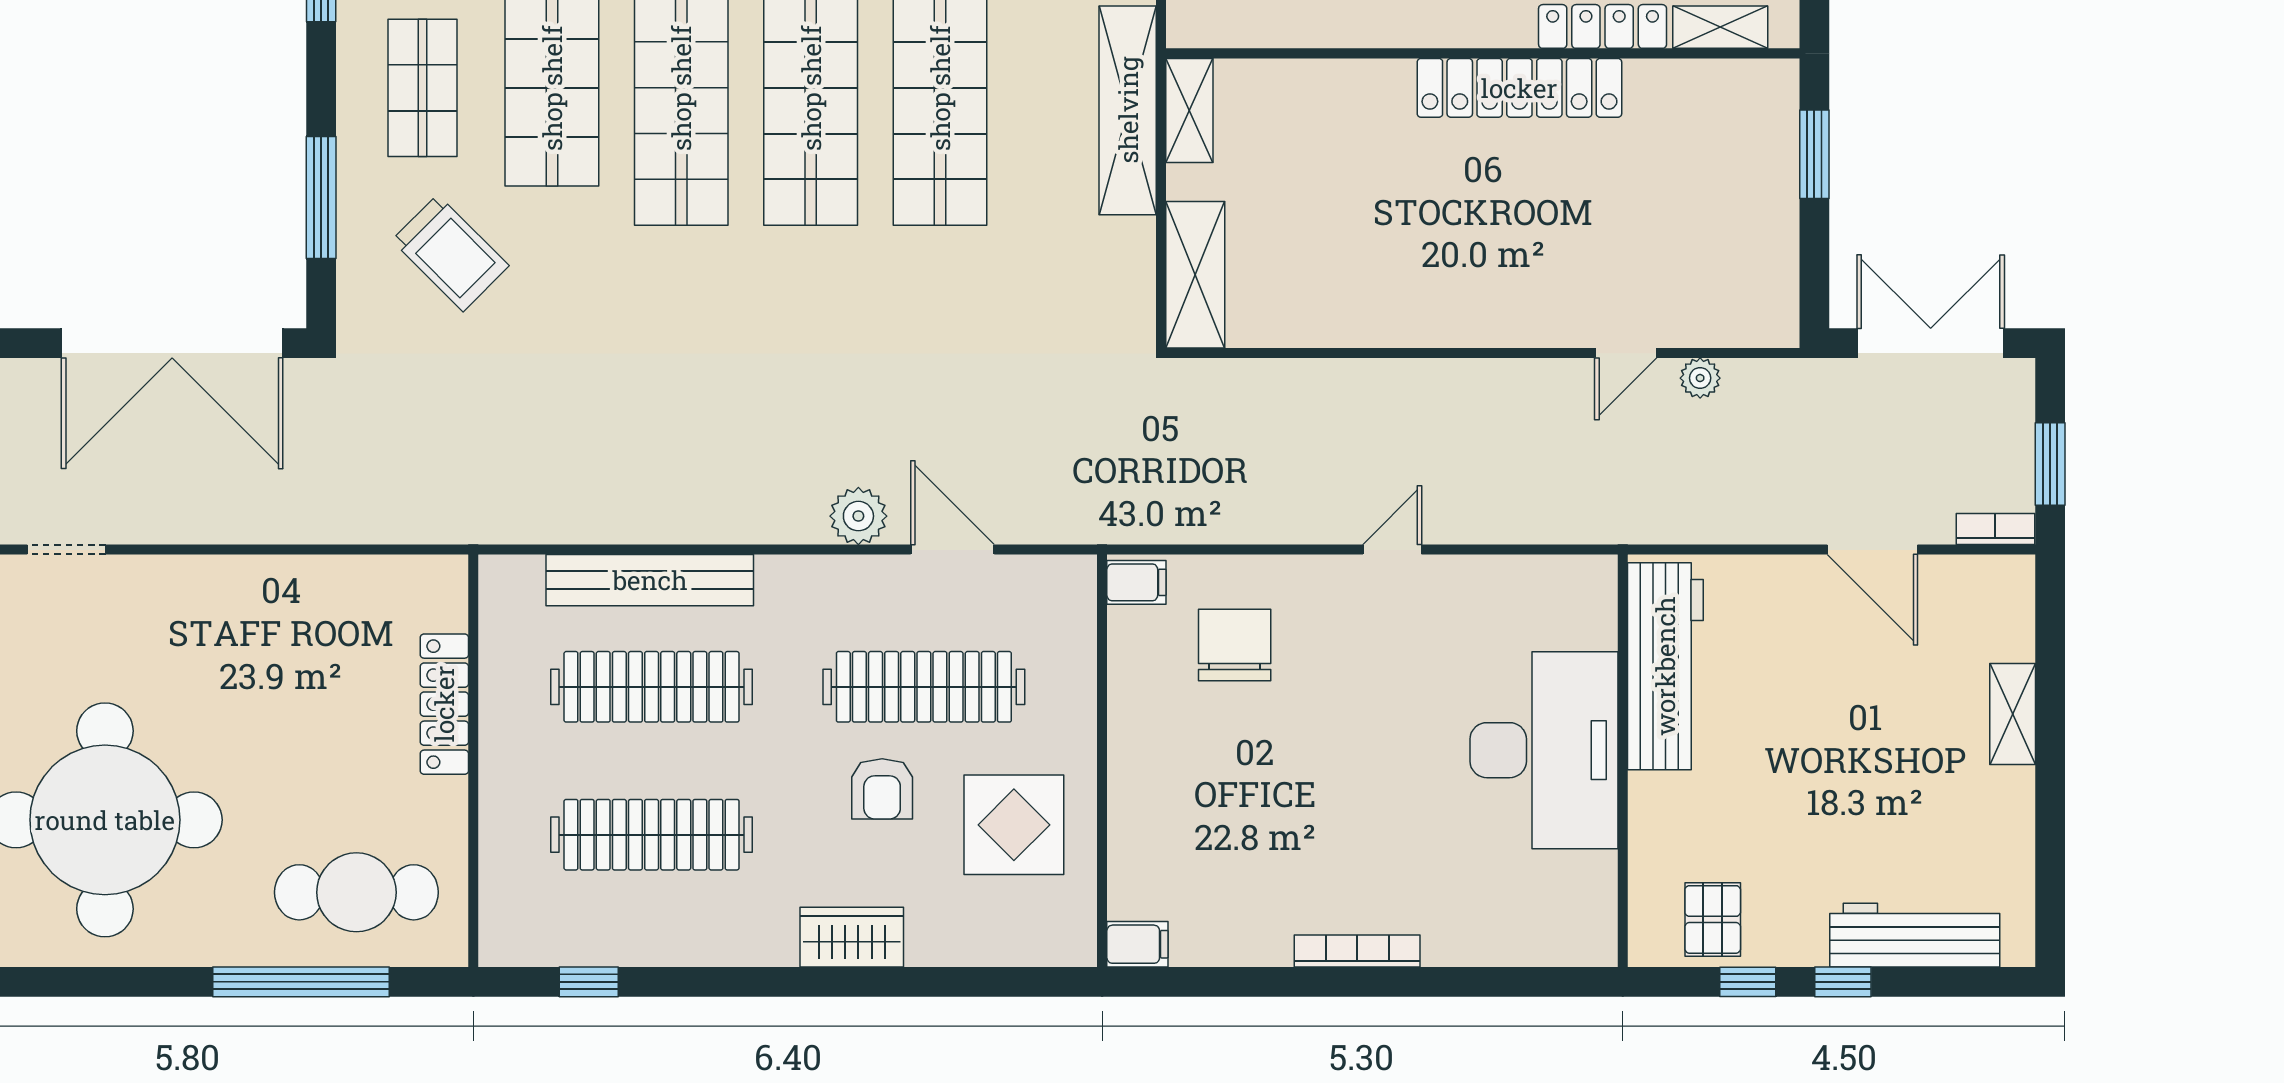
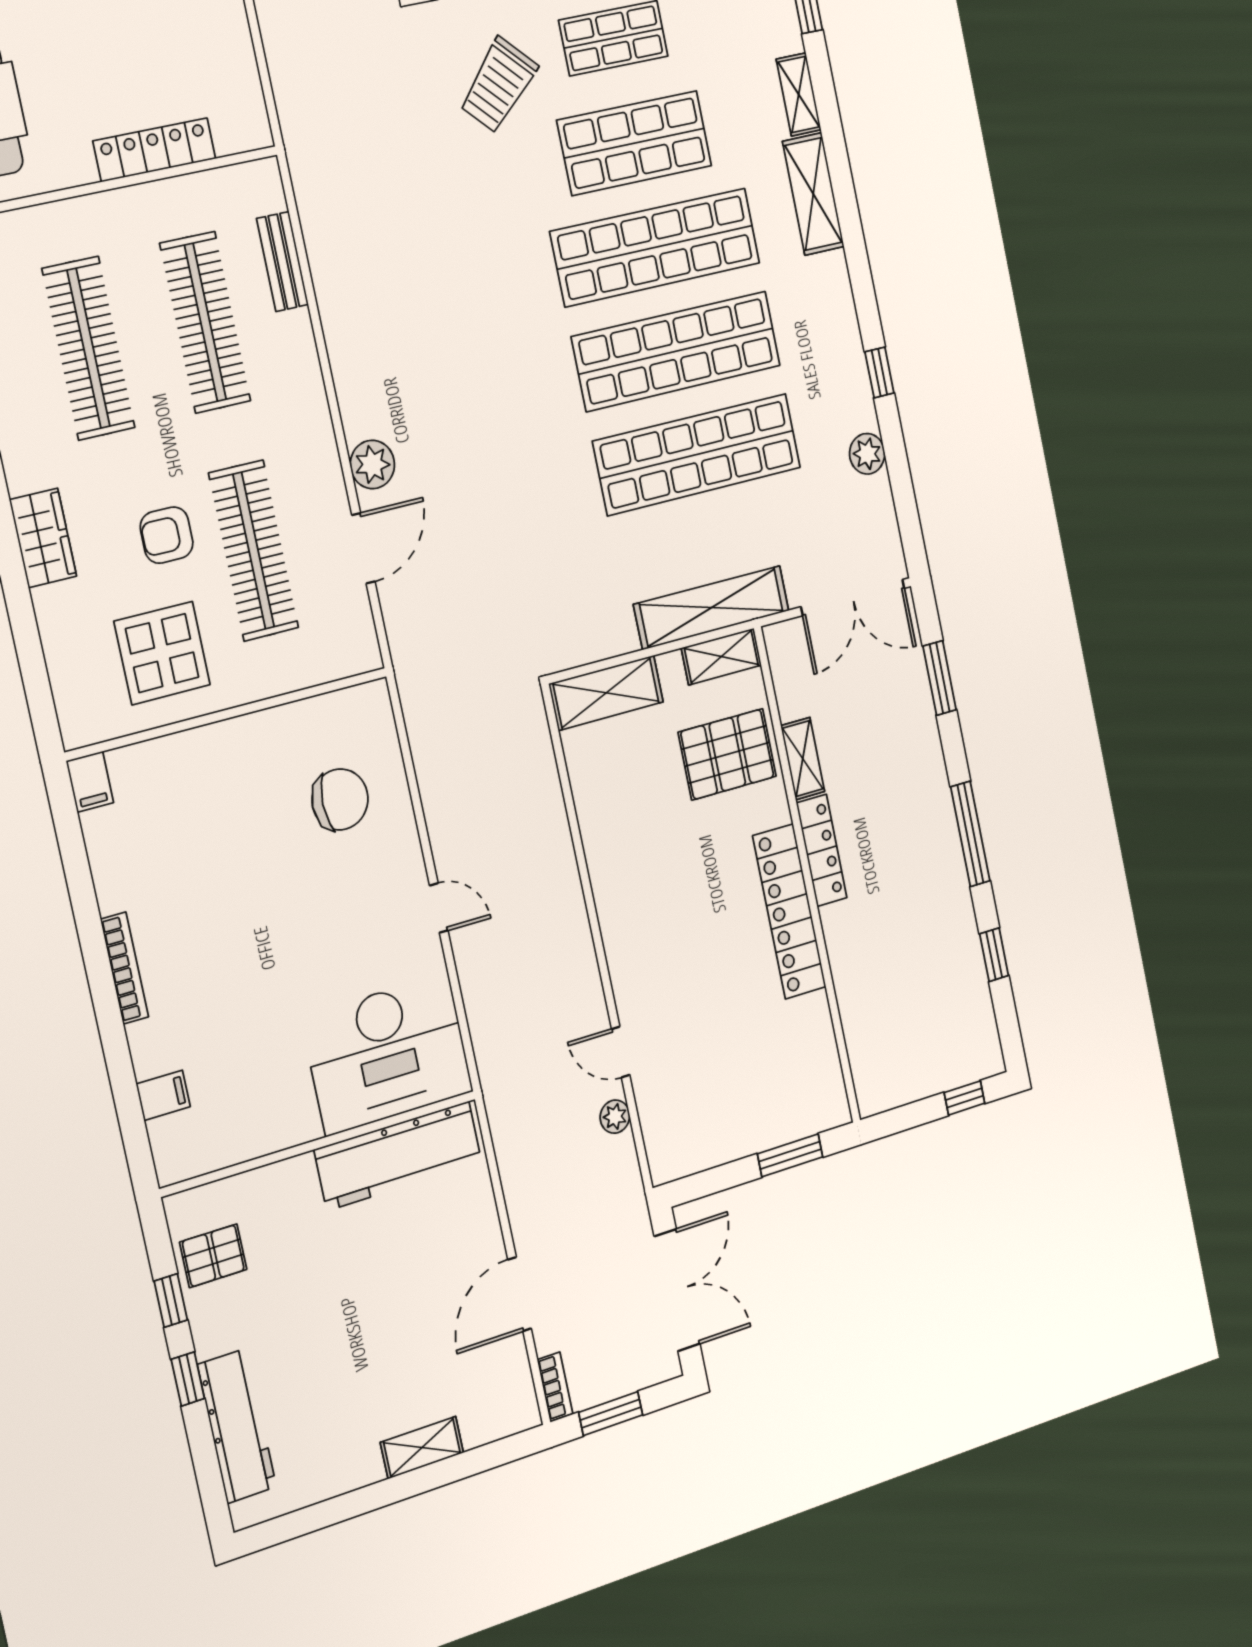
locker: (1603, 26) -> (822, 850), moved
shelving: (1720, 27) -> (803, 759), moved
pallet: (1309, 129) -> (727, 754), added
bench: (650, 580) -> (282, 262), width x0.54, depth x0.82
filing cabinet: (1136, 582) -> (163, 1095), moved, turned -90
desk: (1544, 750) -> (387, 1054), moved

